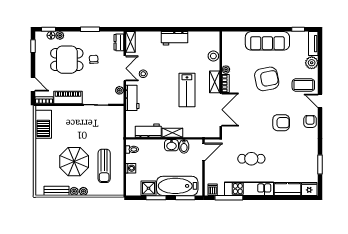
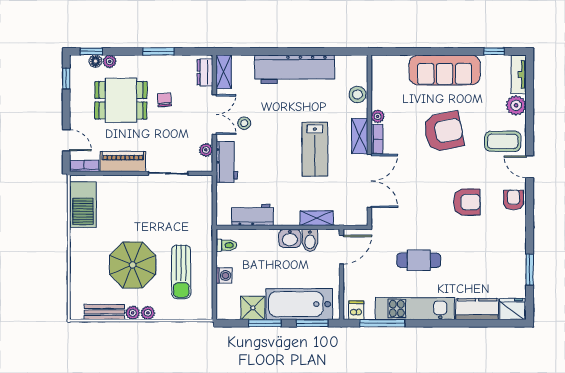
workbench: (174, 38) -> (295, 69), width x1.88, depth x1.32
shelving: (172, 133) -> (317, 218), moved

